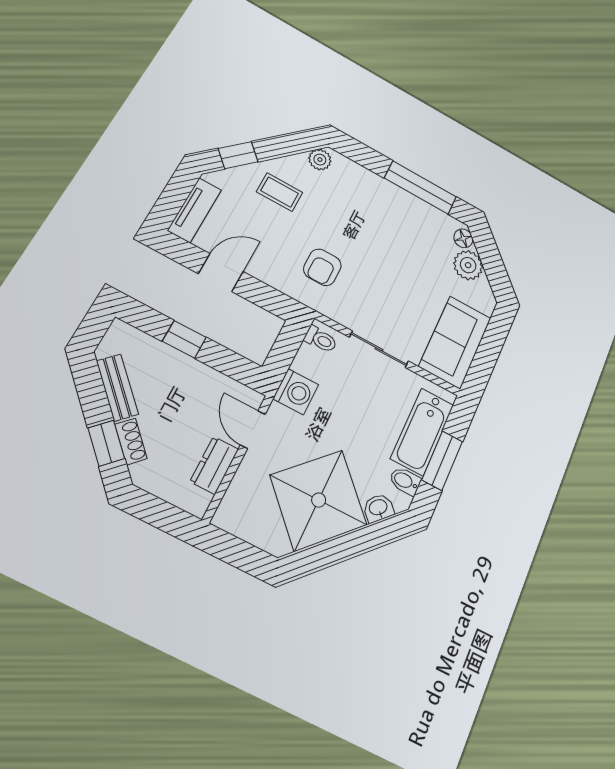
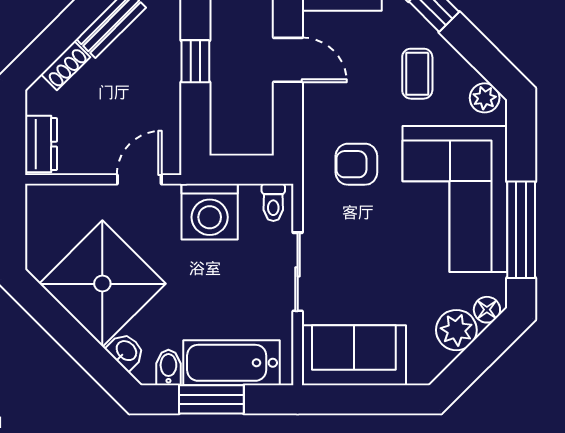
corner sofa: (379, 217) -> (455, 199), added
washing machine: (296, 392) -> (210, 212), width x1.37, depth x1.37
window: (106, 443) -> (52, 43), removed
dresser: (214, 465) -> (41, 144), moved, turned 90

